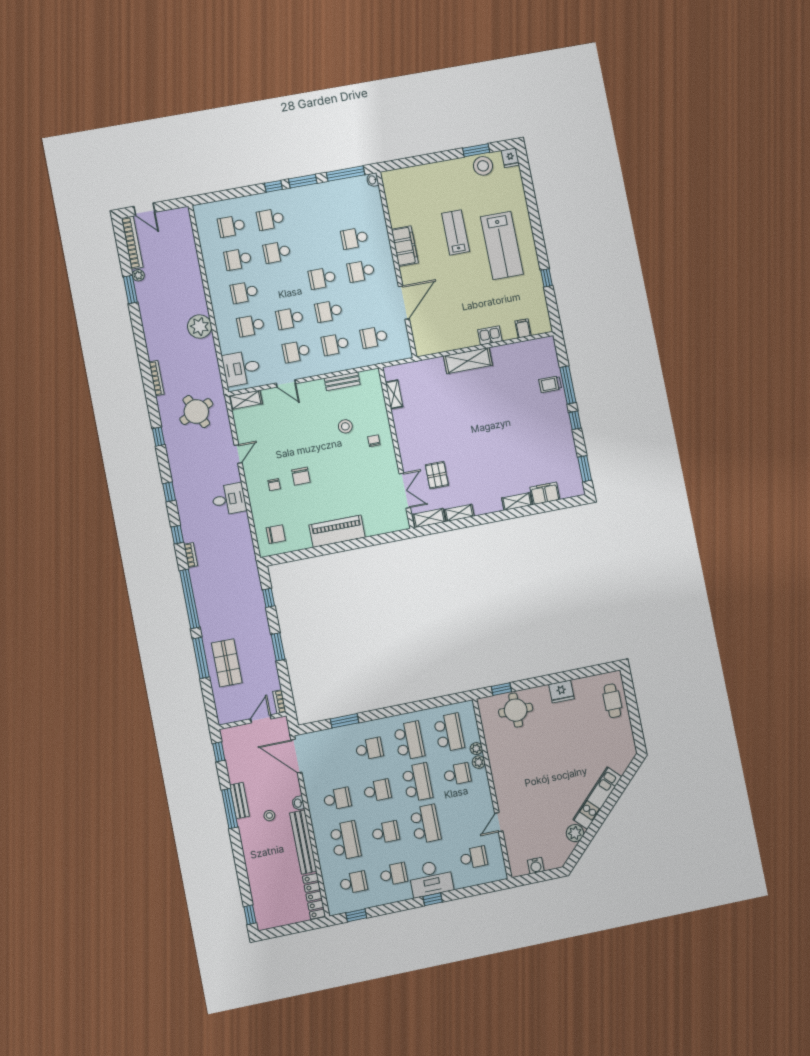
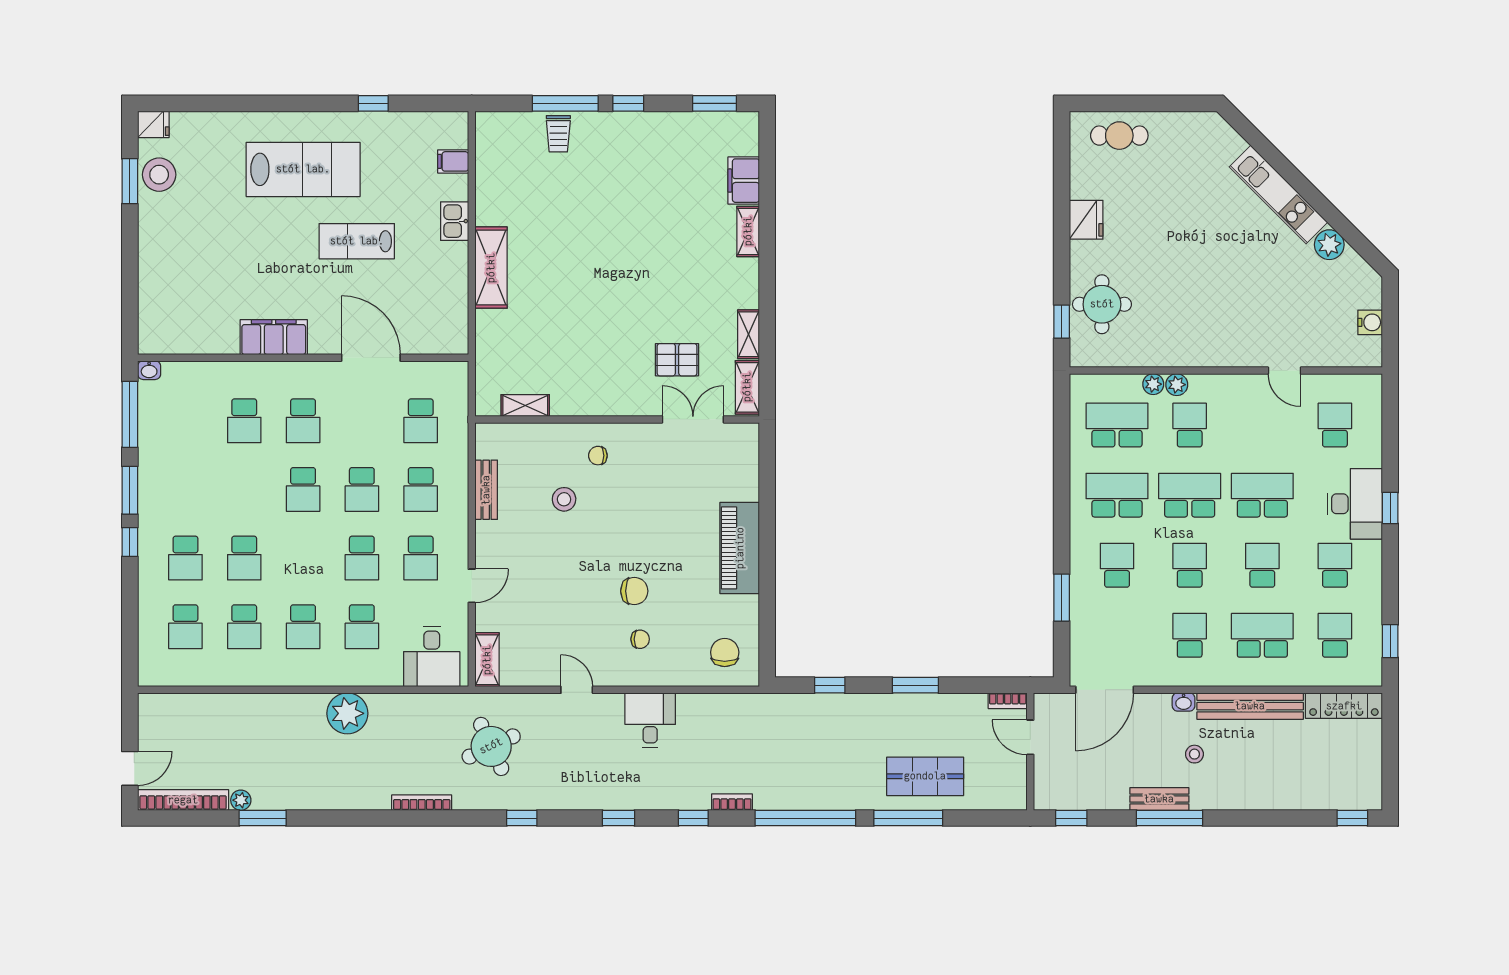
lab bench: (456, 232) -> (357, 241), moved

